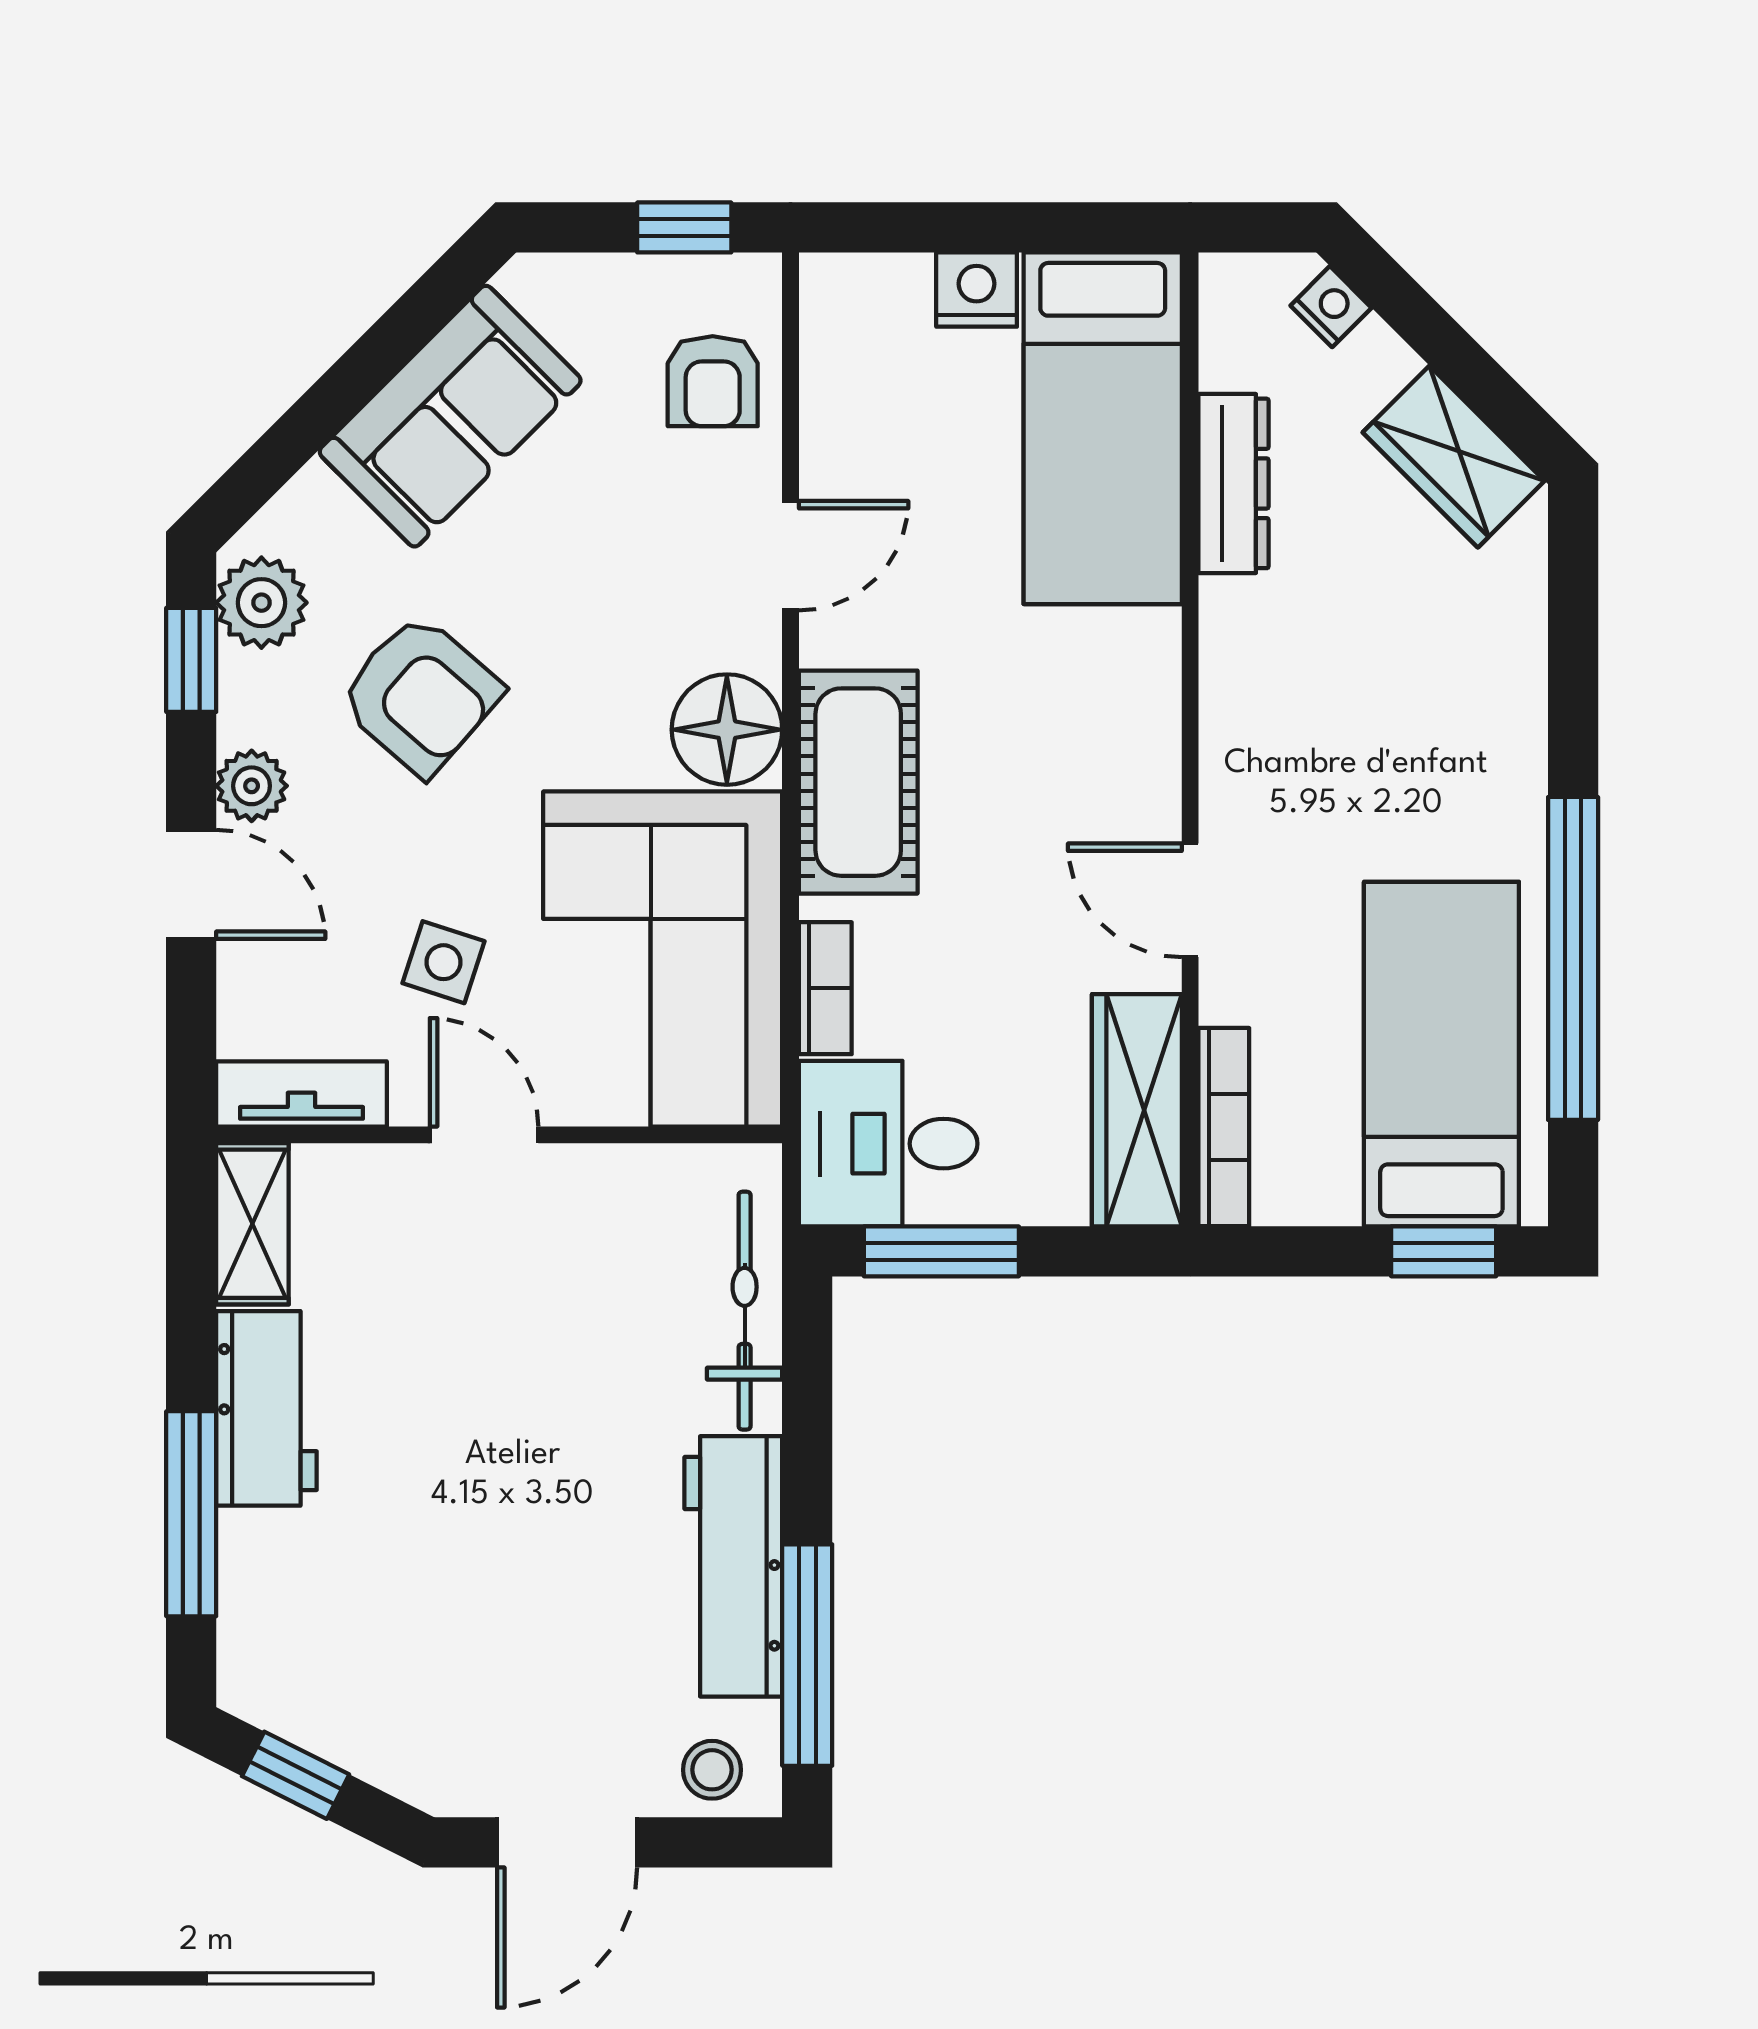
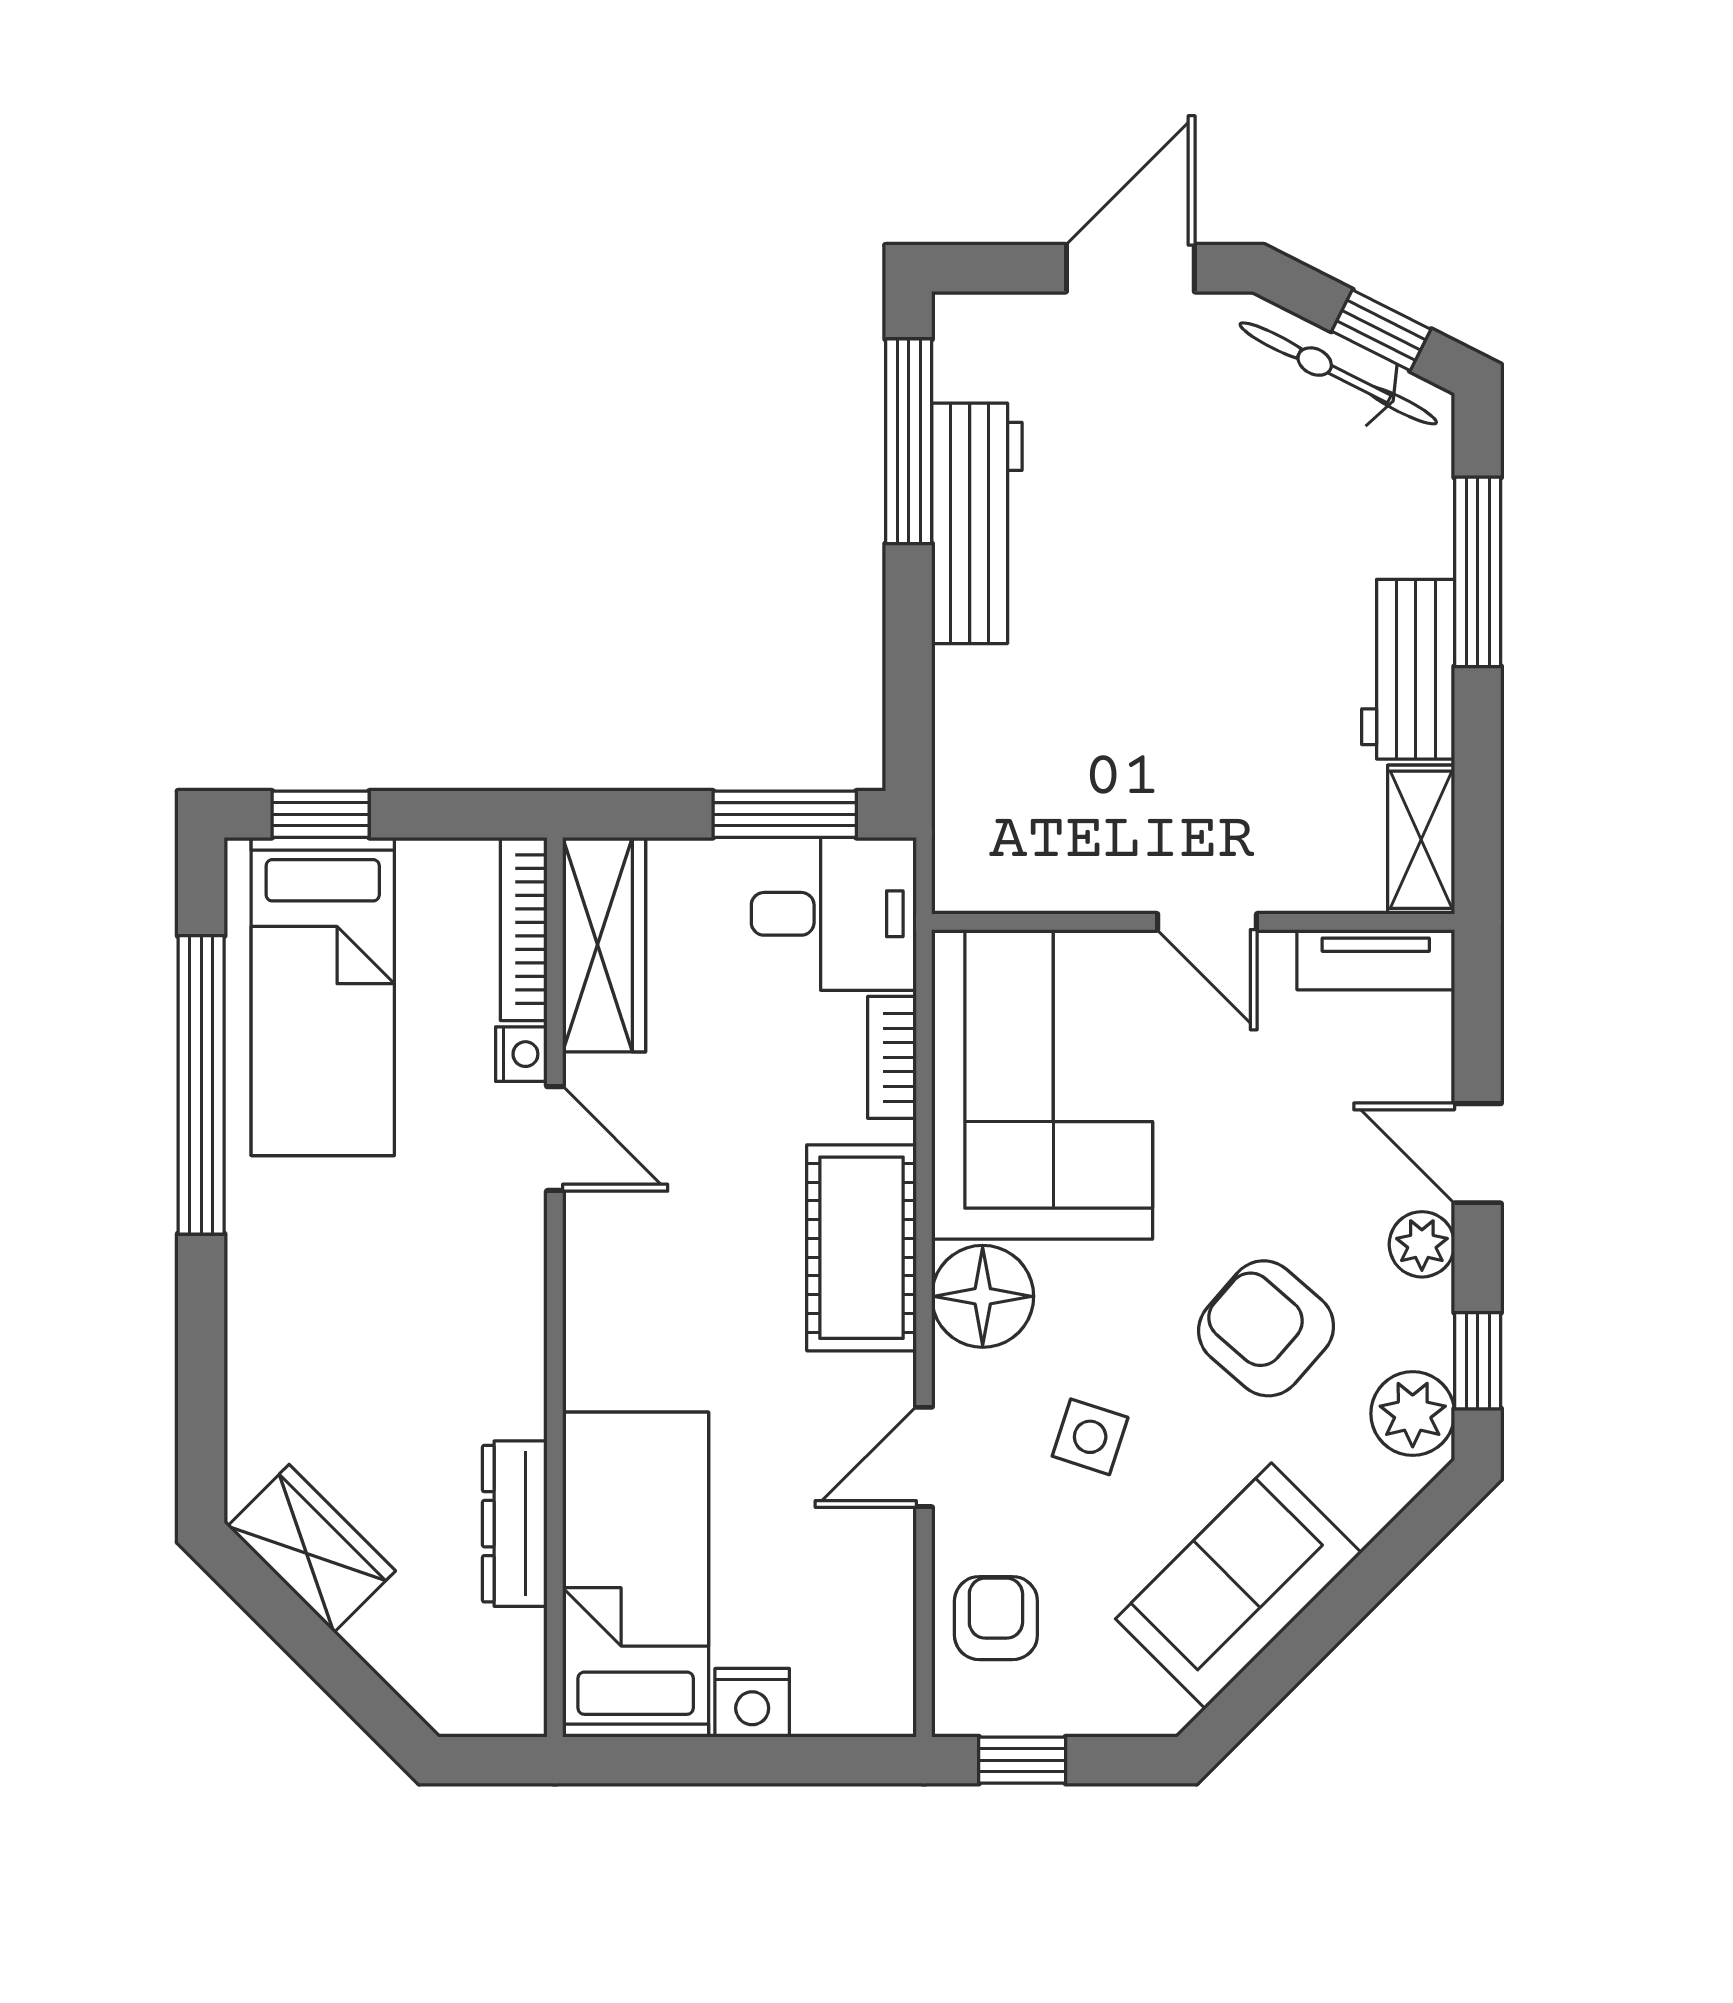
nightstand: (1331, 307) -> (521, 1054), moved, turned -135
side table: (444, 962) -> (1090, 1437), moved
bicycle: (745, 1311) -> (1338, 373), moved, turned 117
stool: (712, 1770) -> (997, 335), removed

